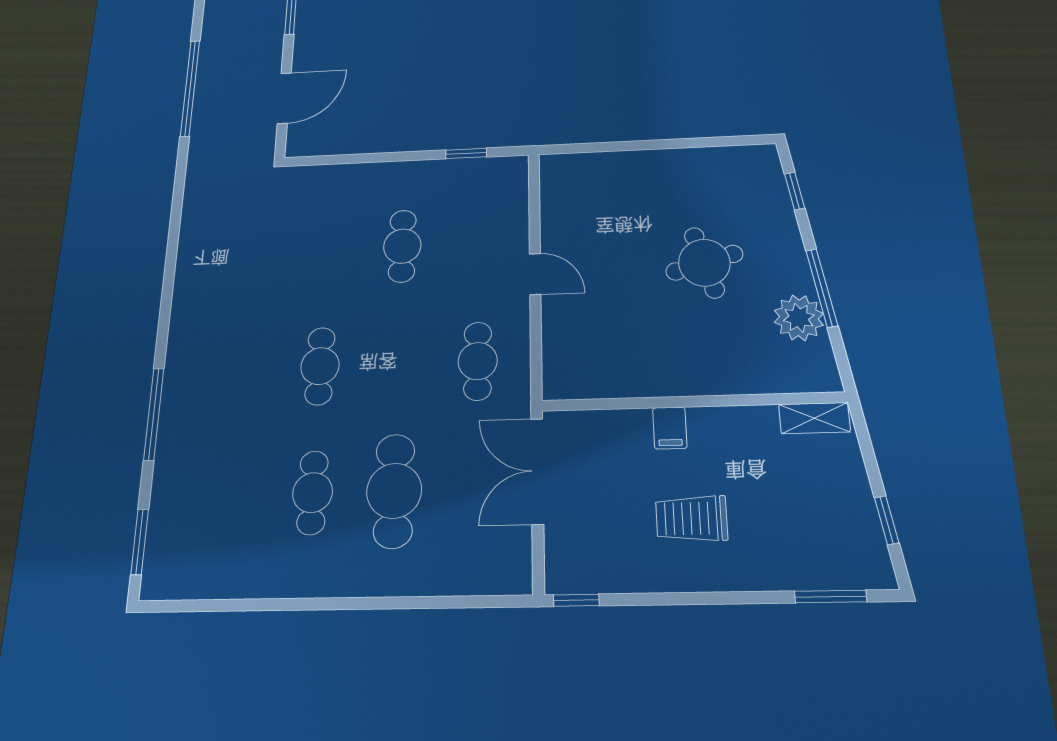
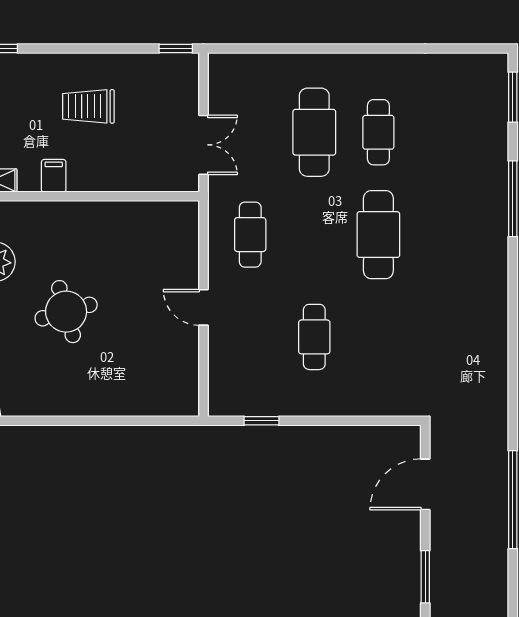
cafe table: (320, 366) -> (378, 235), width x1.37, depth x1.35
filing cabinet: (670, 428) -> (54, 176), moved
double door: (537, 471) -> (203, 145), width x0.73
trolley: (692, 518) -> (88, 106), turned 180

